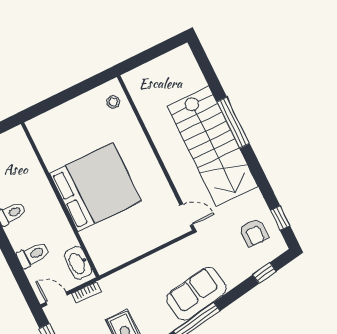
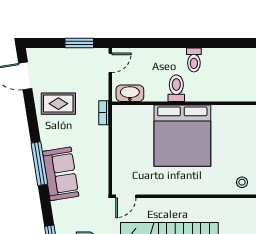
toilet: (33, 255) -> (176, 88), moved, turned 180
bookcase: (86, 293) -> (104, 113), moved

